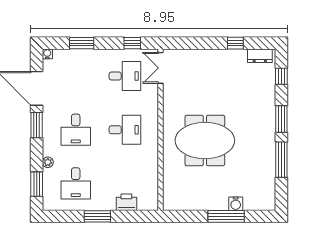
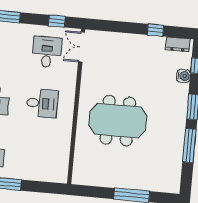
desk: (125, 76) -> (47, 52), turned -90
printer: (126, 202) -> (37, 173), removed
water cooler: (236, 204) -> (184, 76), moved, turned -90

